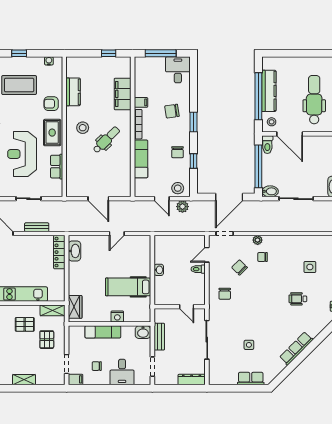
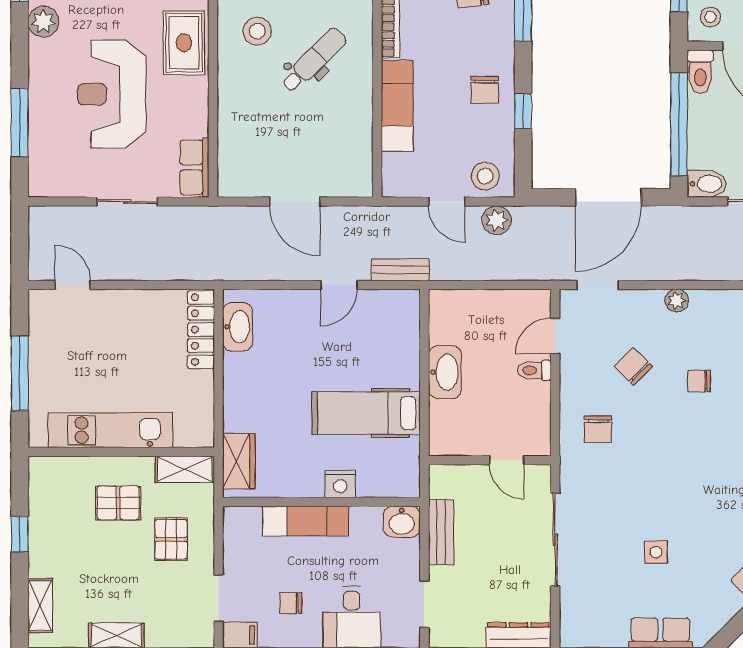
row of seats: (57, 167) -> (195, 167), moved
bench: (37, 227) -> (400, 270), moved
chair: (263, 257) -> (699, 381), moved
washbasin: (159, 270) -> (445, 372), width x1.91, depth x1.45

